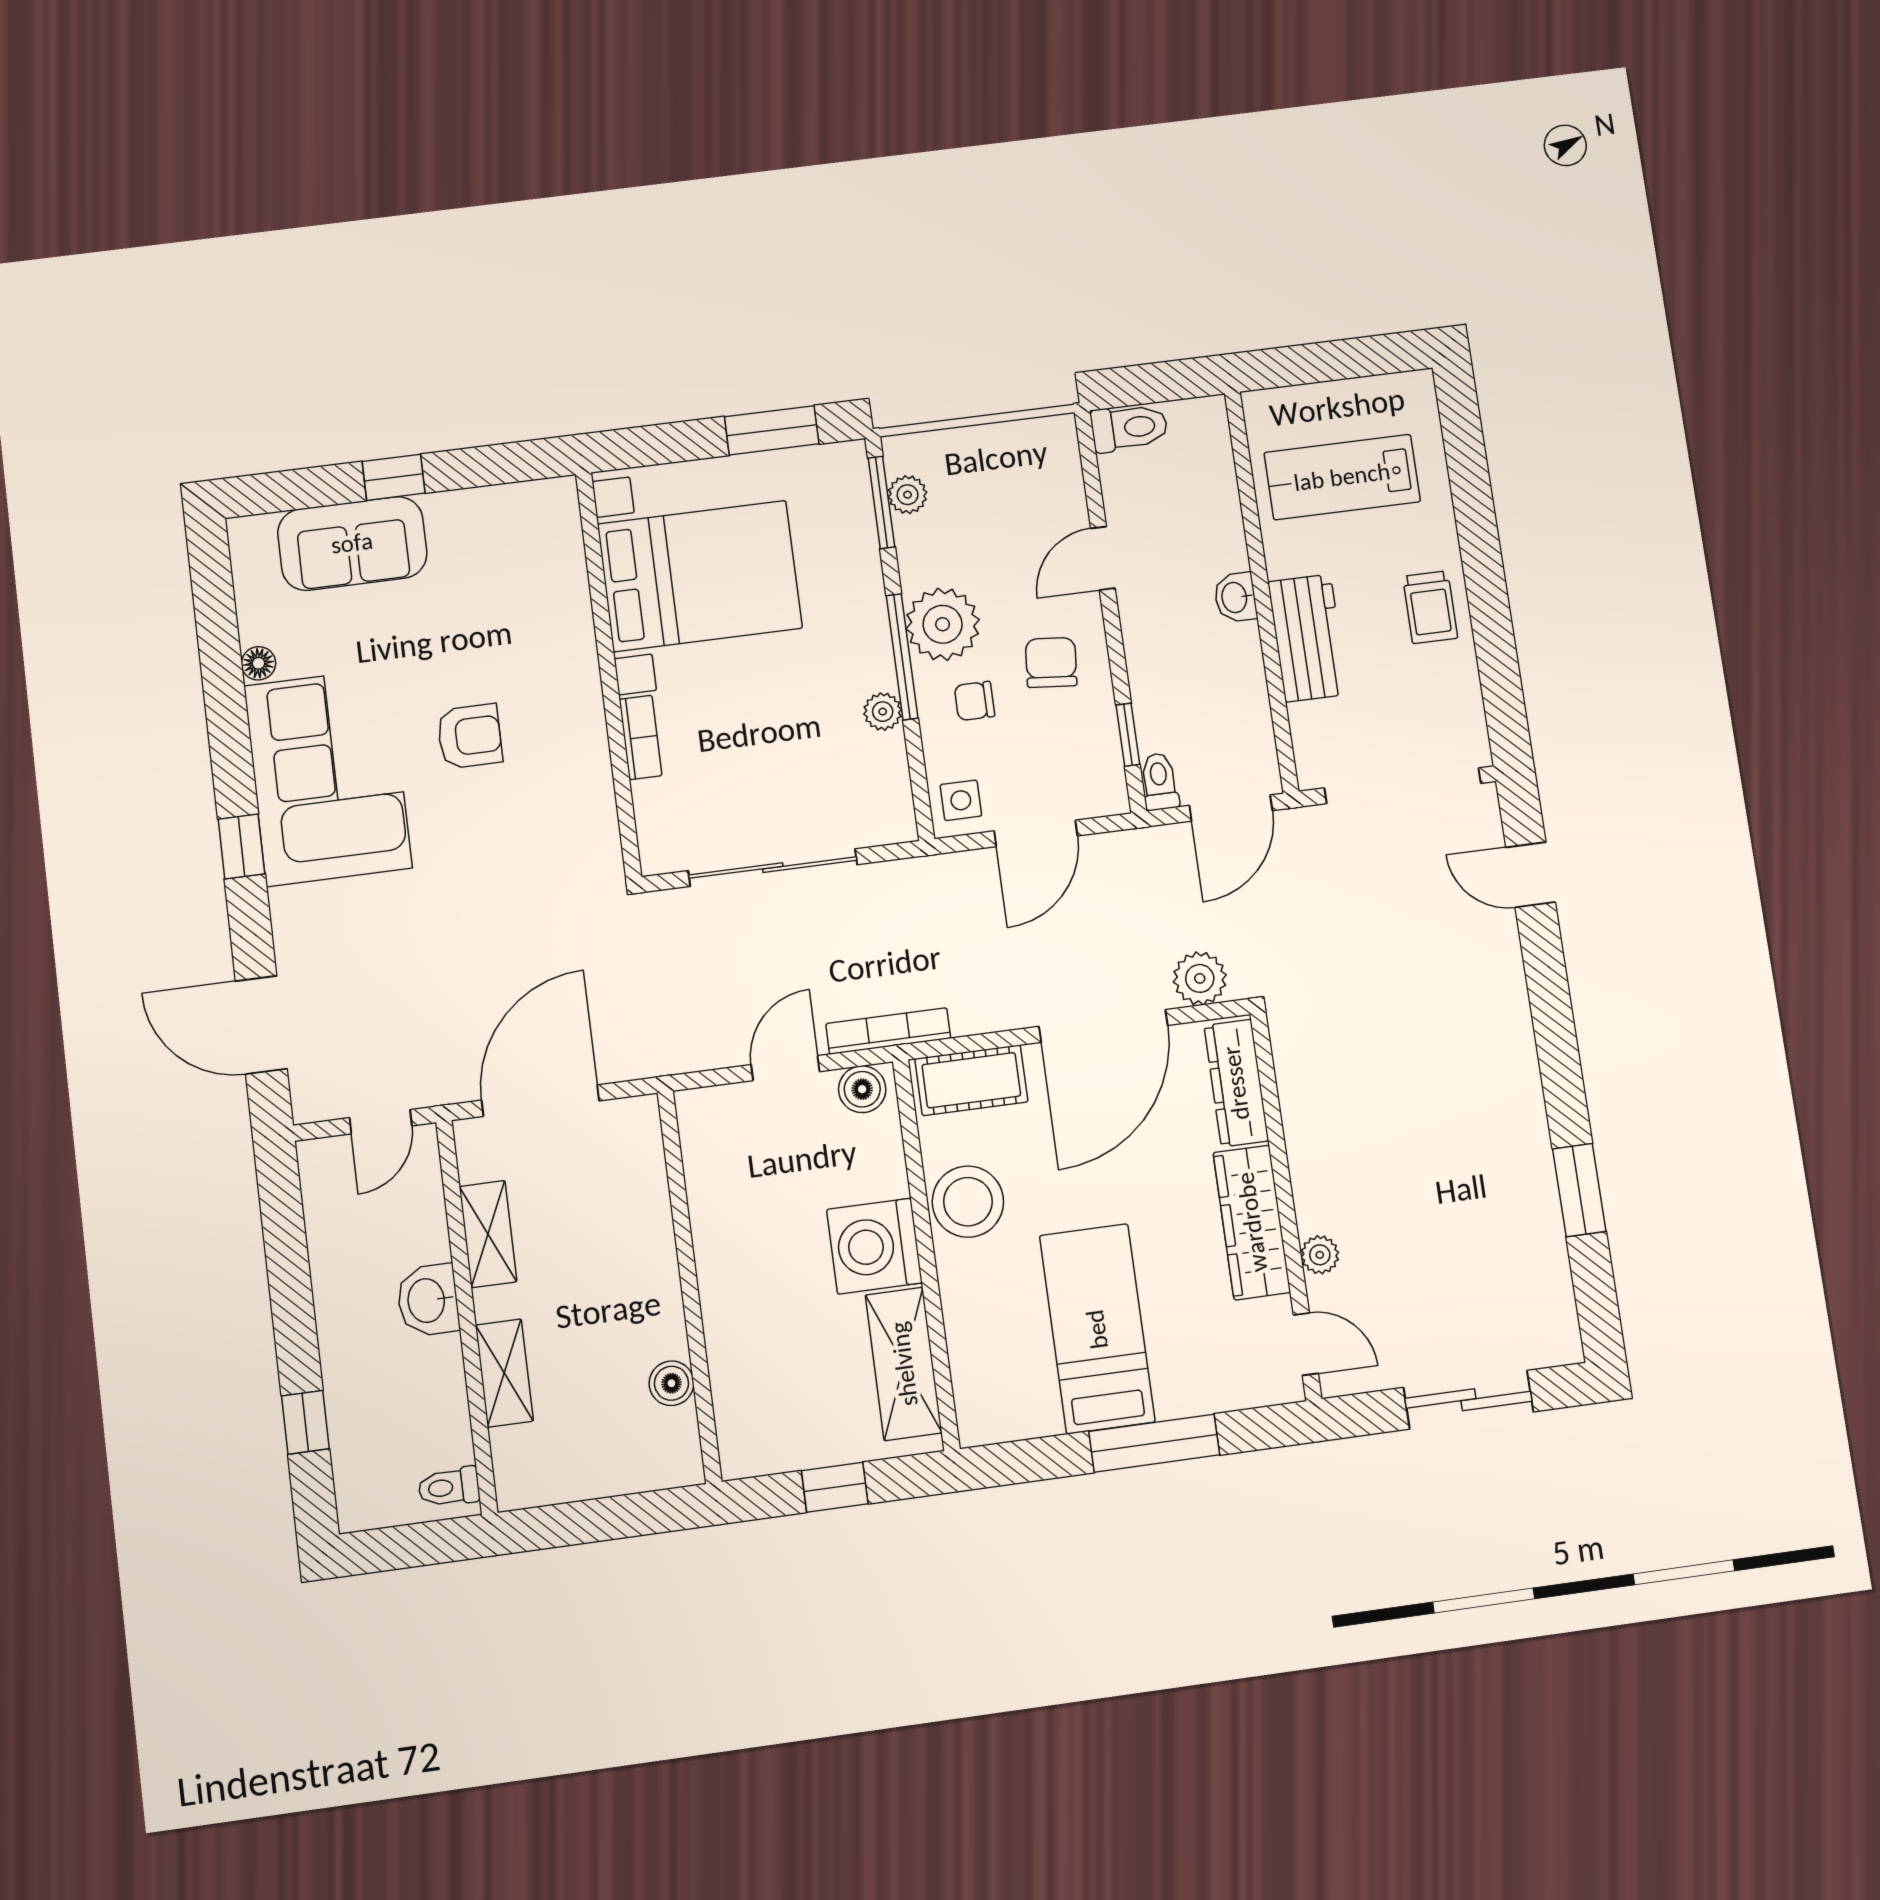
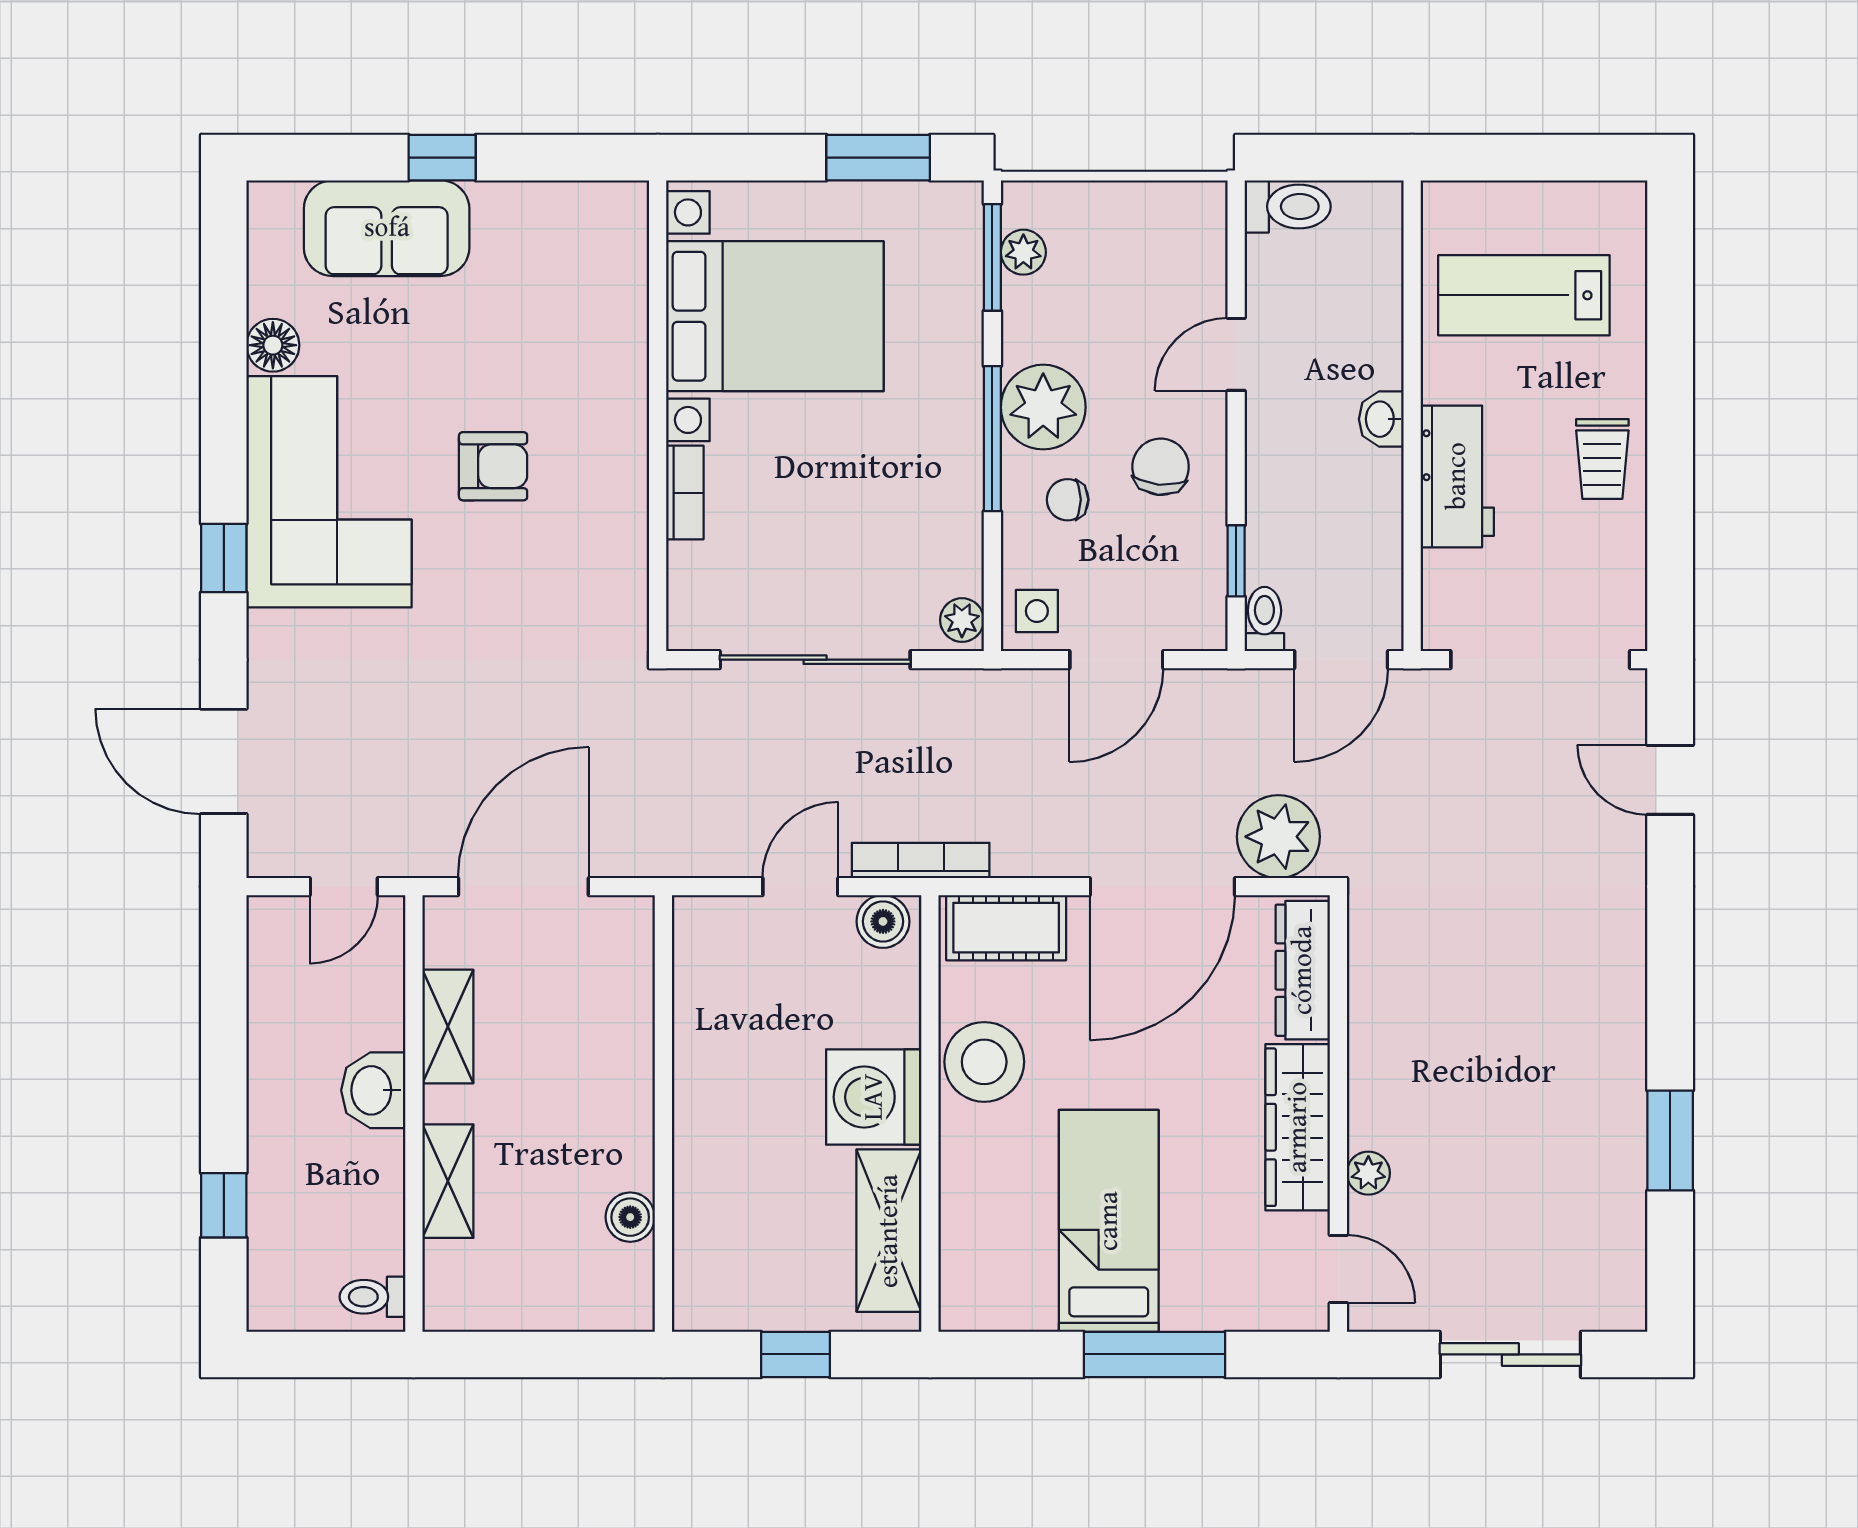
floor lamp: (258, 663) -> (273, 345), width x1.37, depth x1.37
plant: (883, 712) -> (962, 620), moved
plant: (1200, 978) -> (1278, 837), width x1.36, depth x1.36

